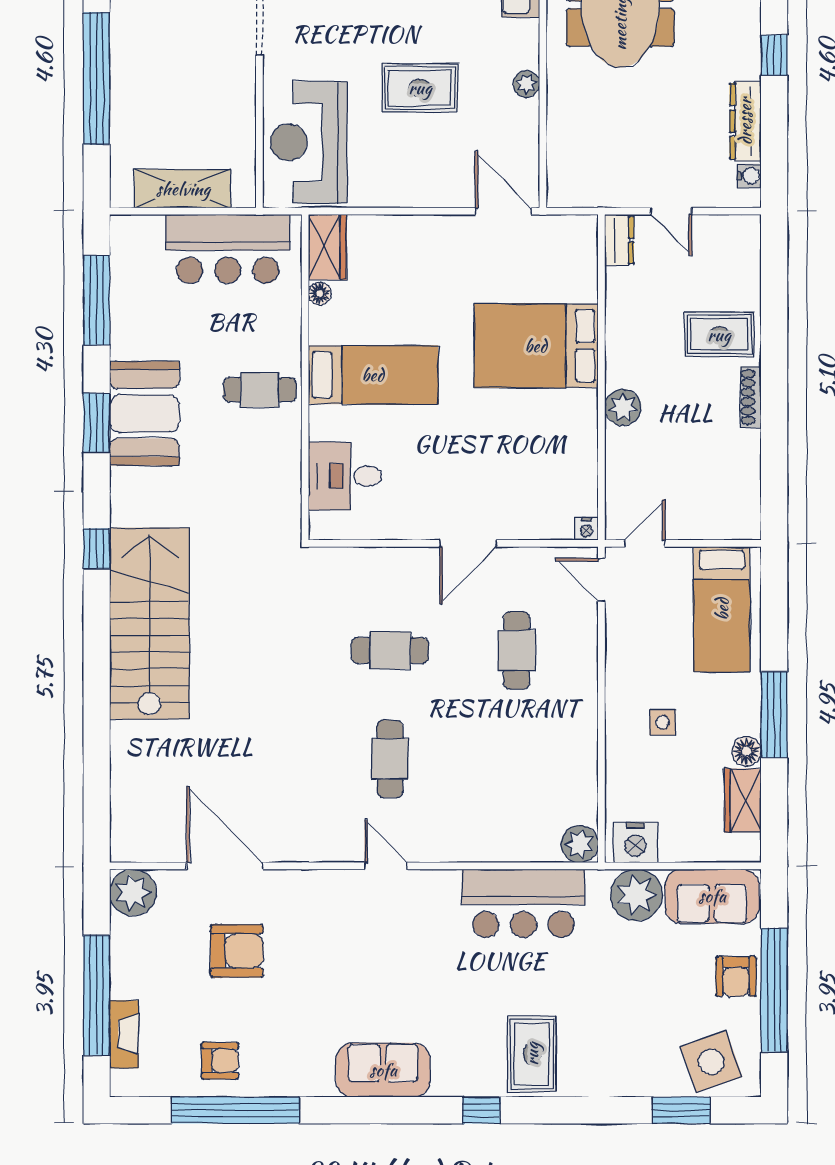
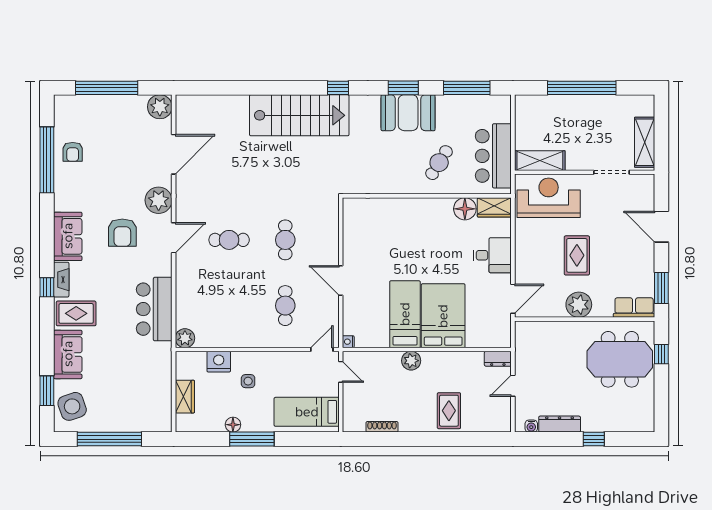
plant: (526, 84) -> (579, 305), width x1.88, depth x1.88
shelving: (183, 189) -> (540, 161), moved, turned 90
floor lamp: (320, 294) -> (465, 209), width x1.89, depth x1.89
bed: (373, 375) -> (405, 314), moved, turned 180
cafe table: (260, 390) -> (439, 163), moved, turned 32
shoe rack: (751, 397) -> (382, 427), moved
desk: (345, 476) -> (492, 255), moved, turned 90
cafe table: (517, 650) -> (285, 306), turned 90
wardrobe: (743, 800) -> (185, 397), moved, turned 90
nightstand: (636, 842) -> (219, 362), moved, turned 90
door: (386, 866) -> (174, 238), width x1.38
plant: (637, 895) -> (159, 200), moved
sofa: (712, 896) -> (68, 354), moved, turned 180
armchair: (237, 951) -> (122, 233), moved
armchair: (736, 976) -> (116, 419), removed
fireplace: (124, 1034) -> (61, 280), moved, turned -90

